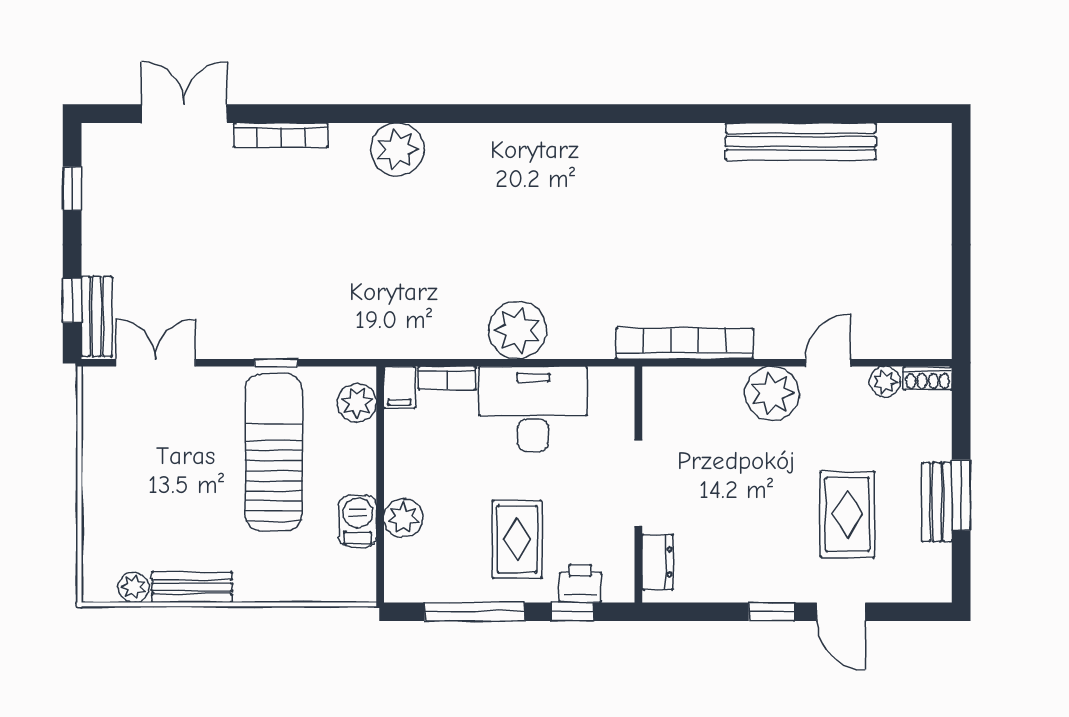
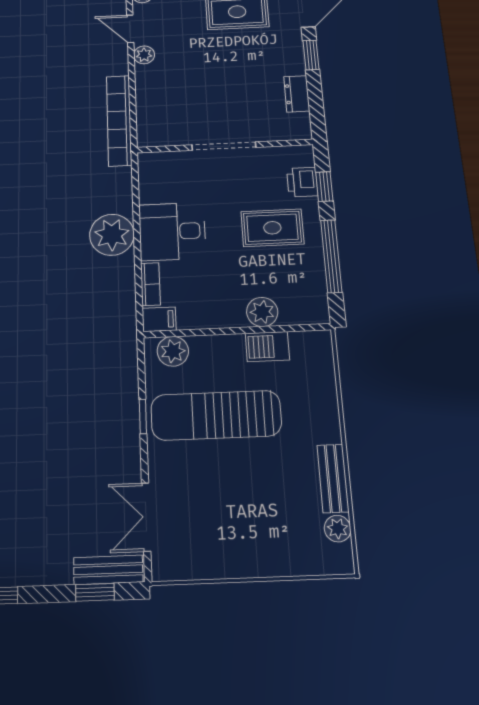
plant: (772, 393) -> (144, 55), width x0.53, depth x0.53
desk: (533, 409) -> (172, 231), width x0.73
dresser: (657, 562) -> (297, 94), moved, turned -90

